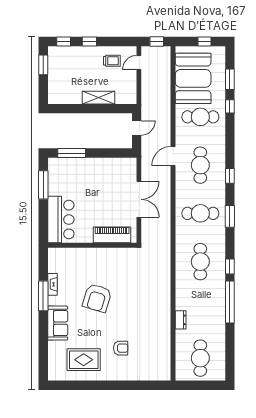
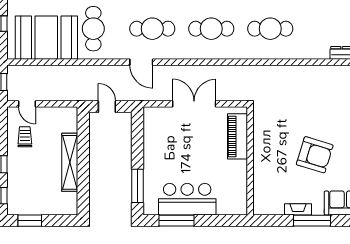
shelving: (99, 98) -> (70, 162), width x1.47
cafe table: (200, 213) -> (211, 29), turned 90
bar counter: (61, 220) -> (187, 199), moved

